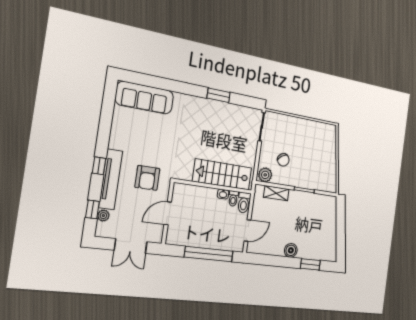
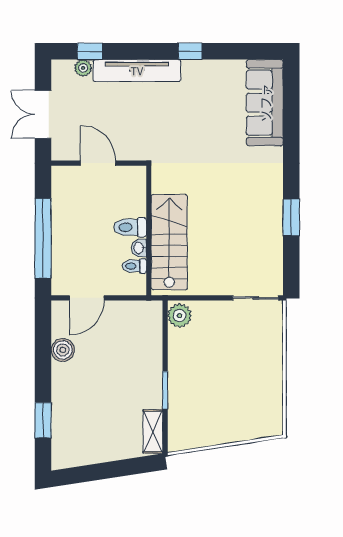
chair: (283, 160) -> (209, 344), removed
window: (99, 166) -> (190, 51), moved
armchair: (147, 178) -> (147, 124), removed
shelving: (276, 193) -> (153, 431), moved
toilet: (244, 203) -> (130, 227), moved
door: (247, 231) -> (87, 298), hinge flipped
boiler: (291, 250) -> (63, 350), moved

